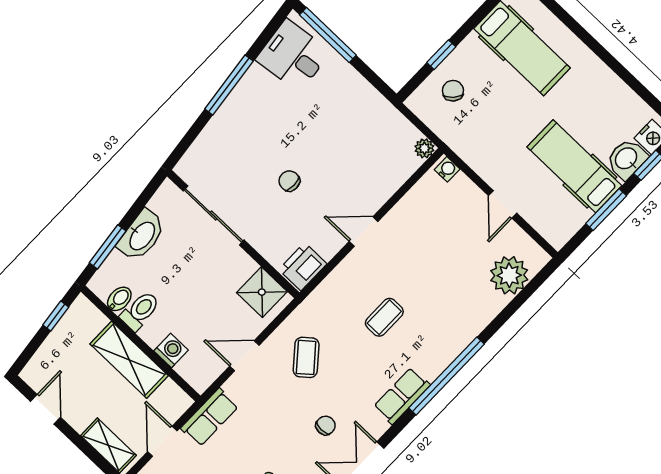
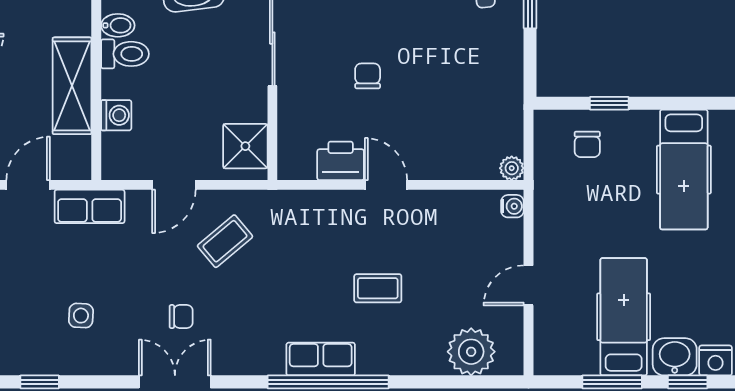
chair: (453, 91) -> (587, 144), turned 137
printer: (303, 267) -> (341, 161), moved
coffee table: (384, 317) -> (378, 288), moved
door: (244, 356) -> (174, 185), swing flipped
row of seats: (402, 396) -> (321, 359), moved

